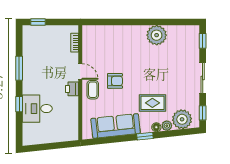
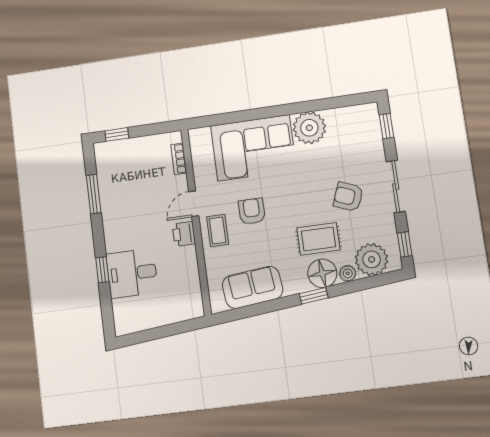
corner sofa: (121, 43) -> (254, 148), added
window: (19, 68) -> (94, 194), moved
door: (80, 72) -> (194, 204), swing flipped
armchair: (174, 80) -> (348, 197), added
armchair: (115, 81) -> (252, 211), turned -90
sofa: (116, 126) -> (253, 287), width x0.73
floor lamp: (156, 127) -> (322, 273), width x1.89, depth x1.89

